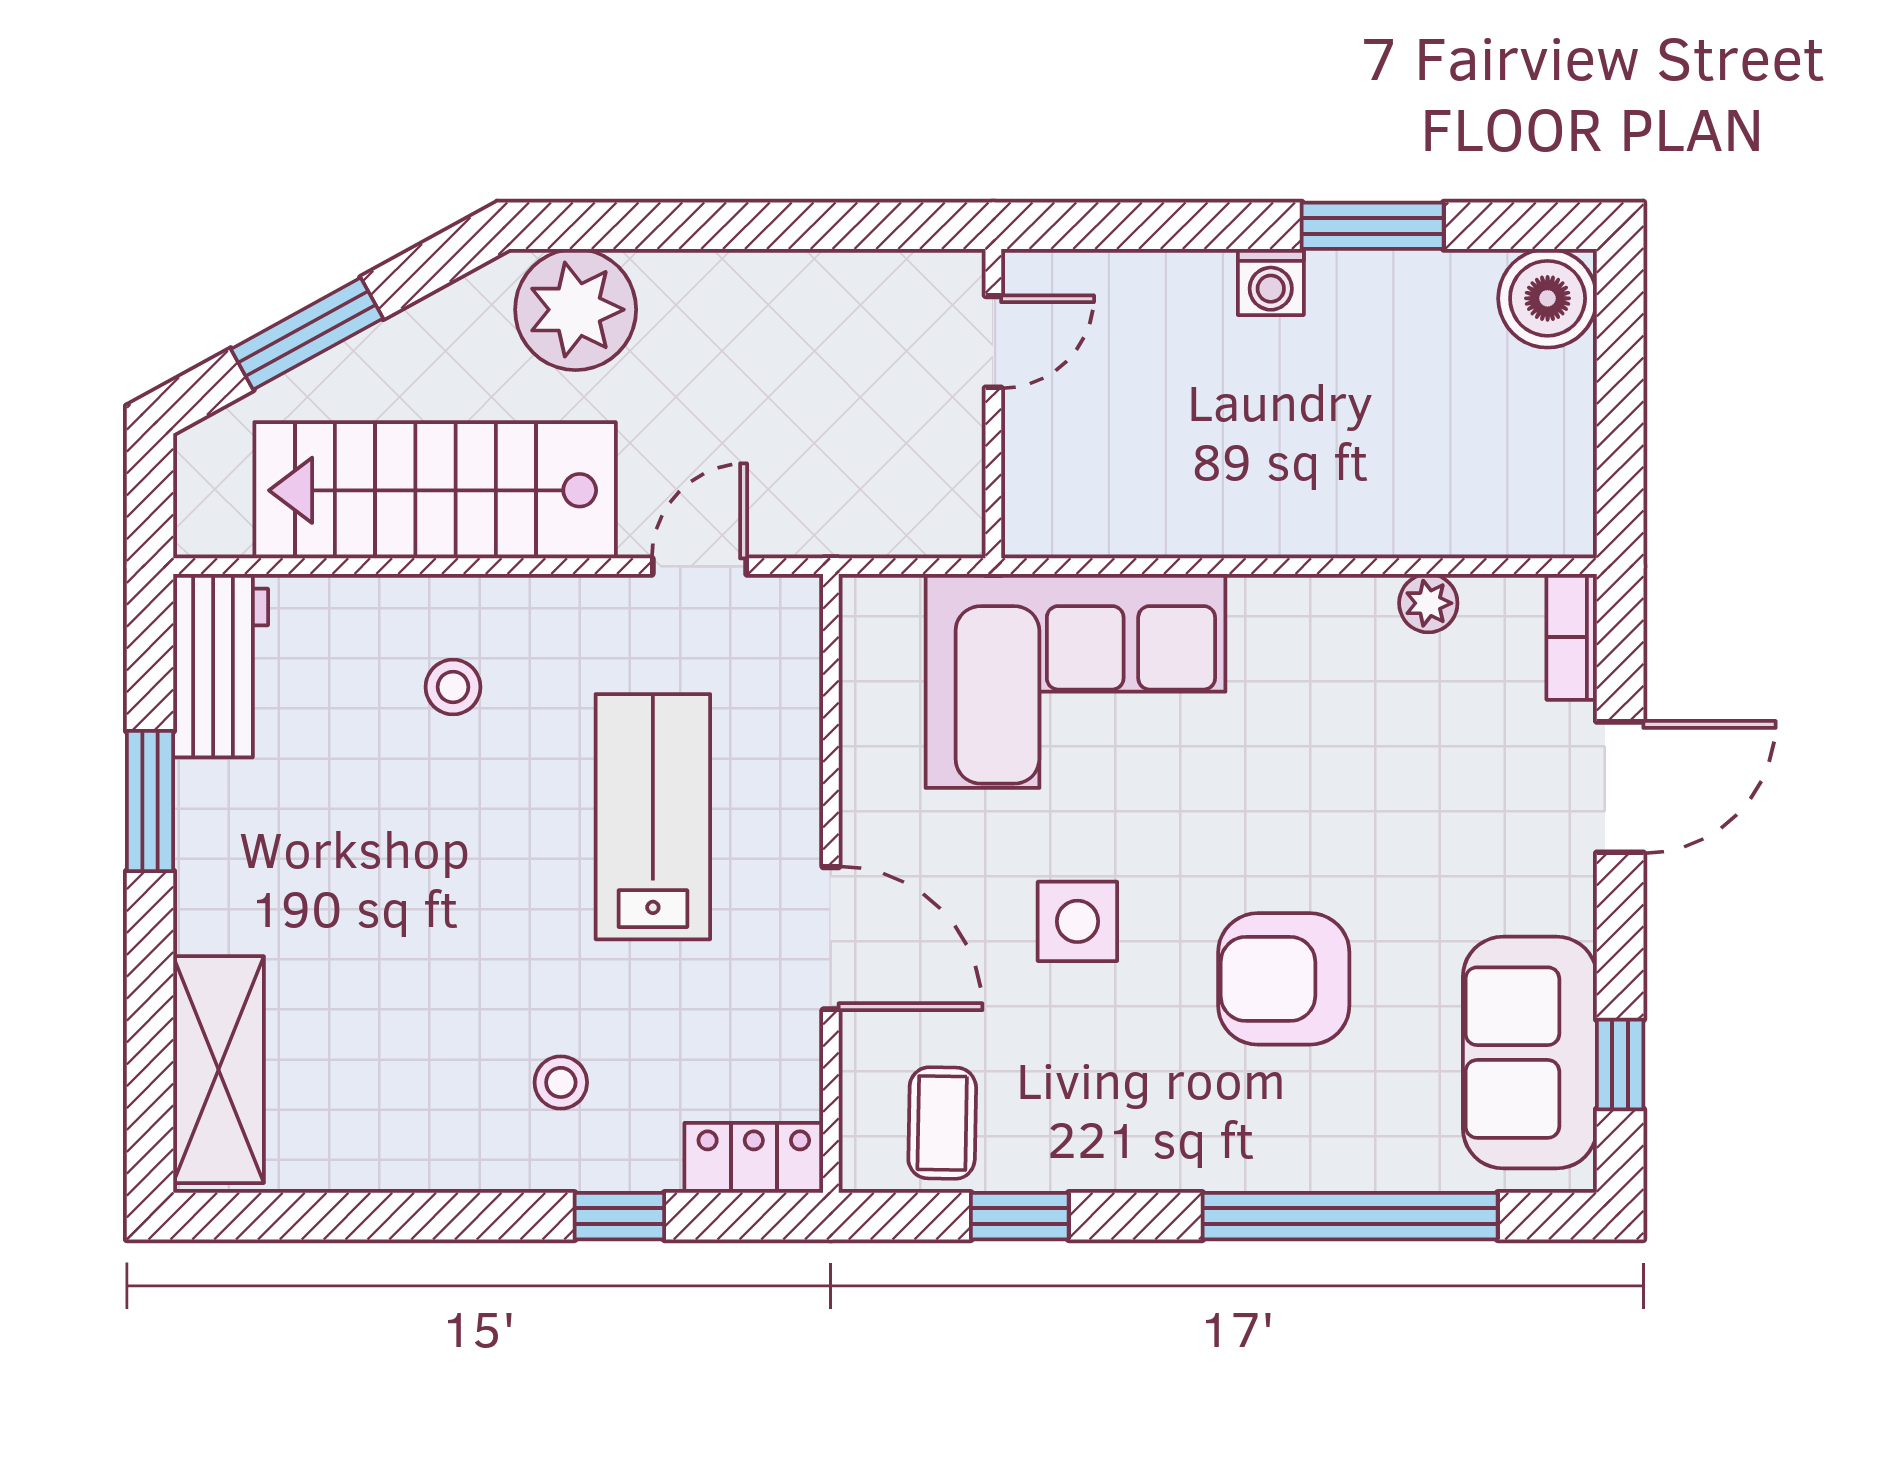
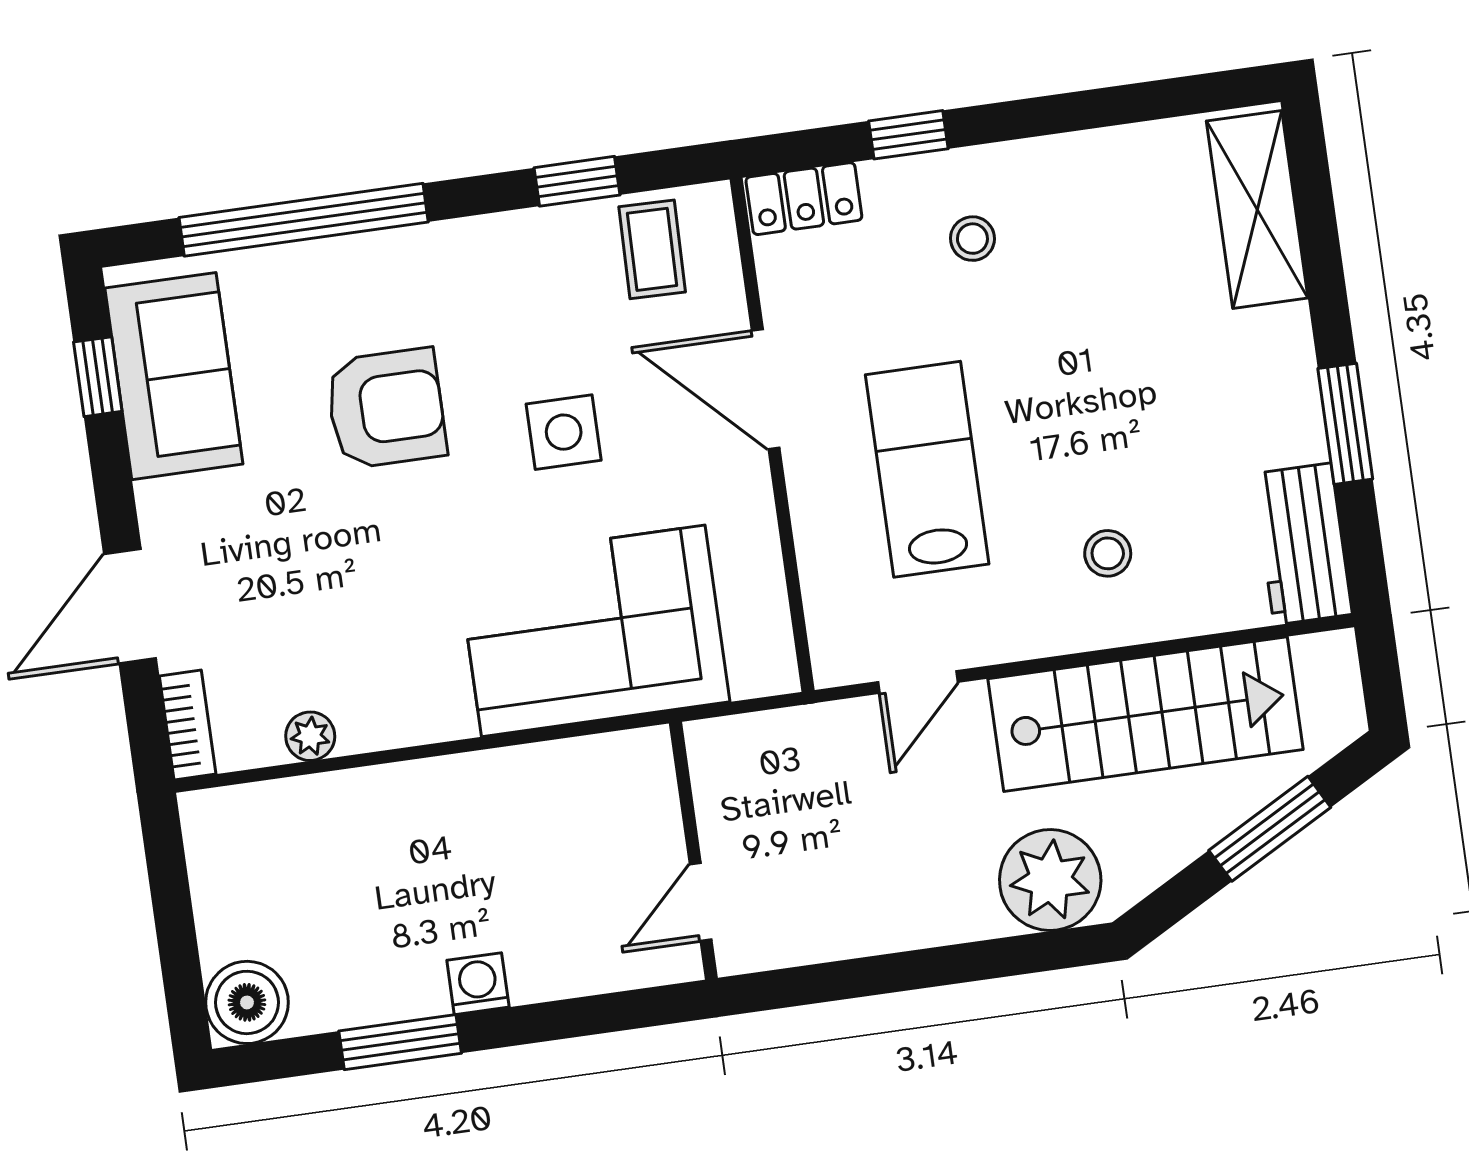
lab bench: (653, 817) -> (927, 469), turned 180

